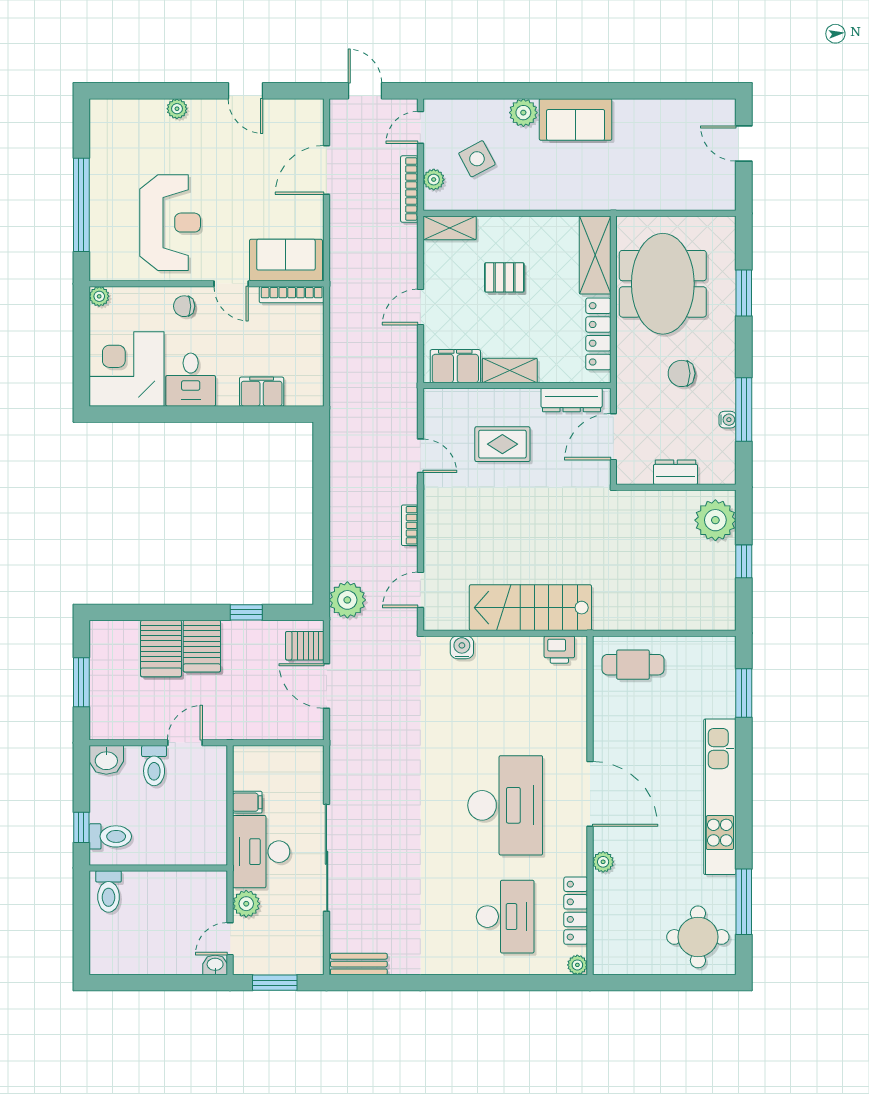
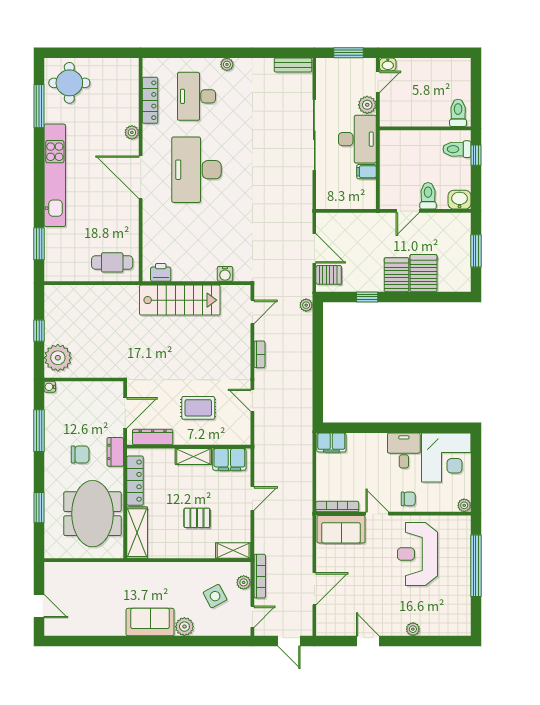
filing cabinet: (262, 392) -> (331, 443), moved
water cooler: (728, 420) -> (50, 387), moved
dresser: (676, 472) -> (115, 452), moved, turned 90
plant: (347, 600) -> (306, 305), width x0.53, depth x0.53
plant: (577, 965) -> (227, 64), moved

